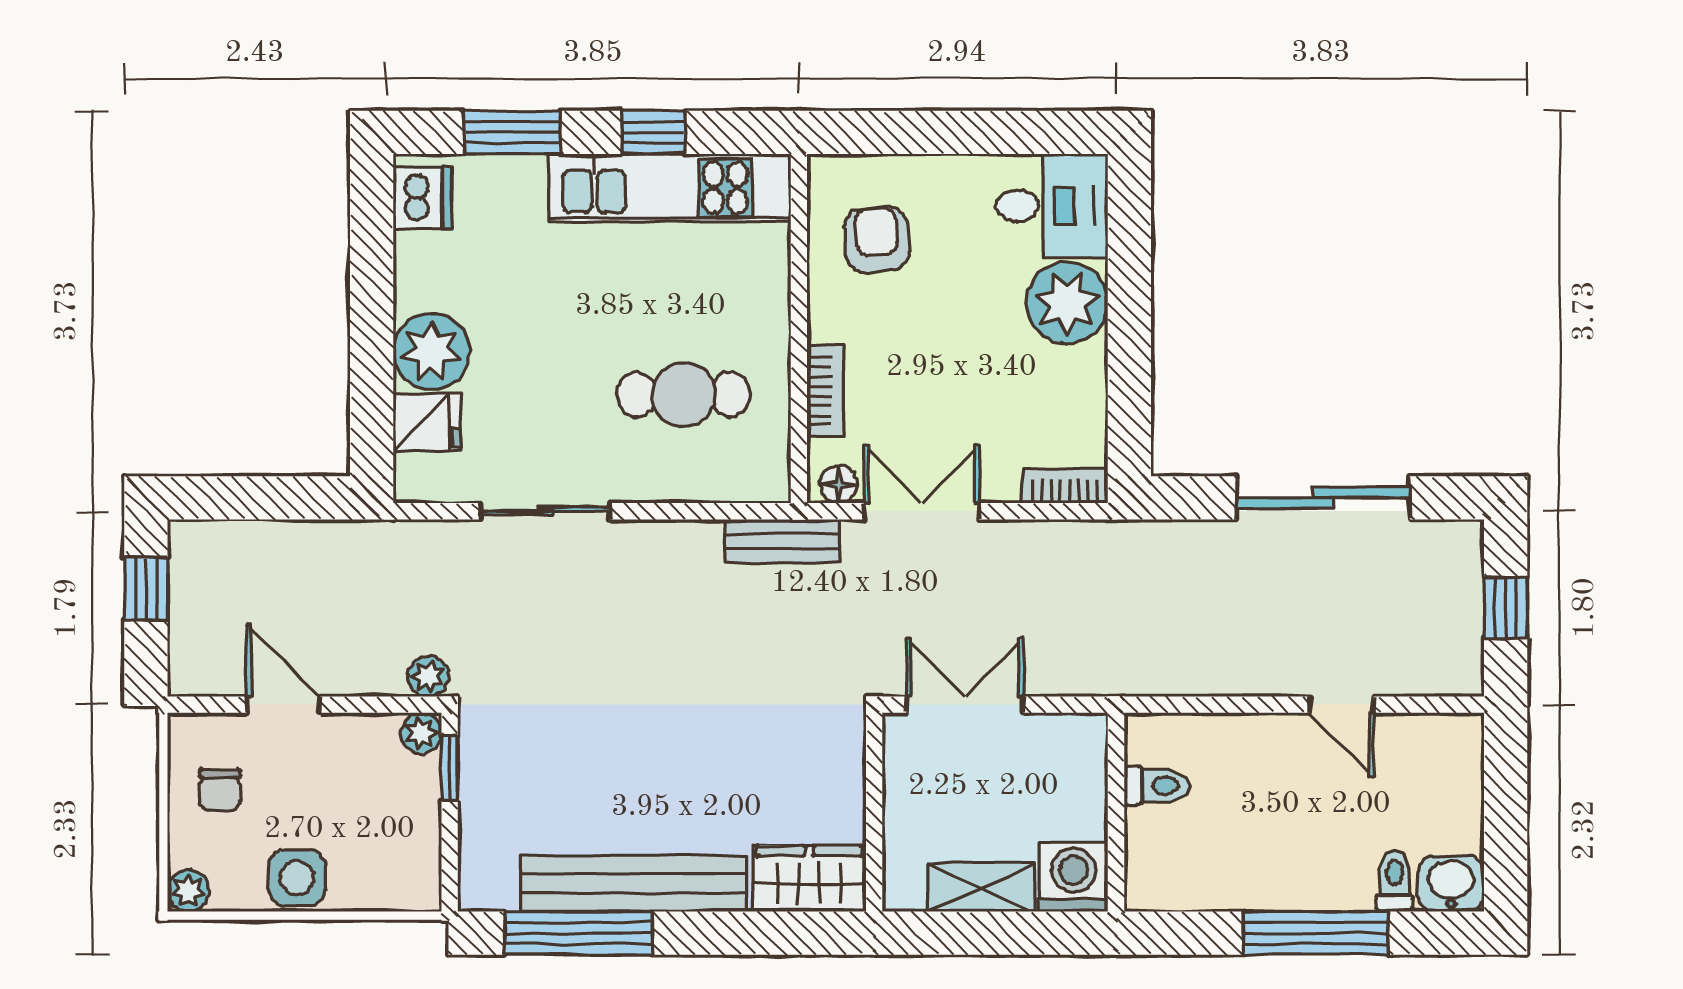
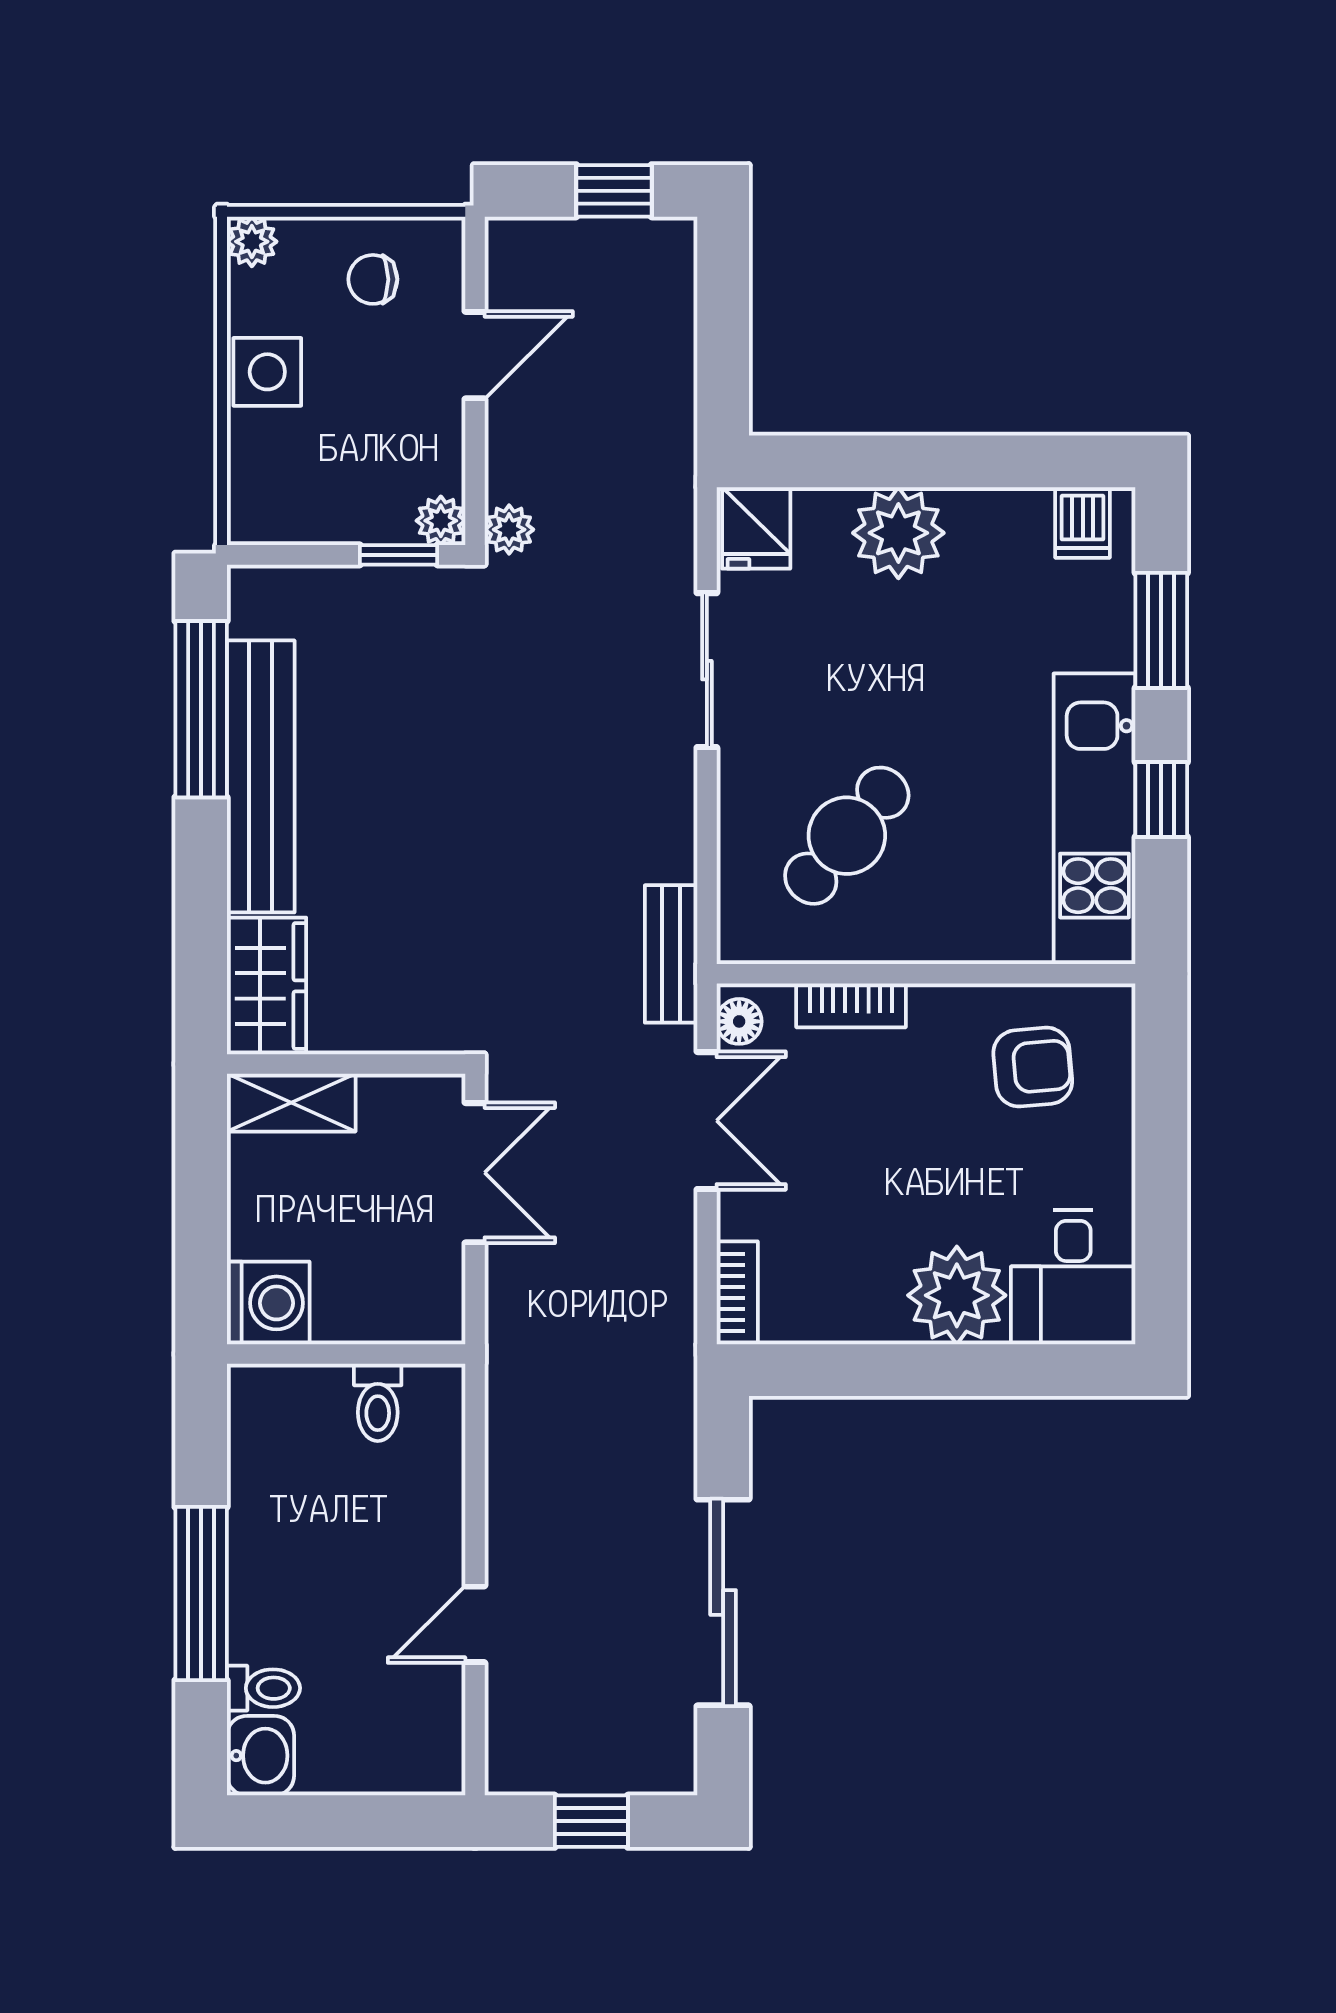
dishwasher: (423, 198) -> (1083, 522), width x0.73
cafe table: (684, 395) -> (847, 836), turned 40
fridge: (427, 422) -> (756, 528), moved
shelving: (981, 887) -> (291, 1103), moved, turned 90

